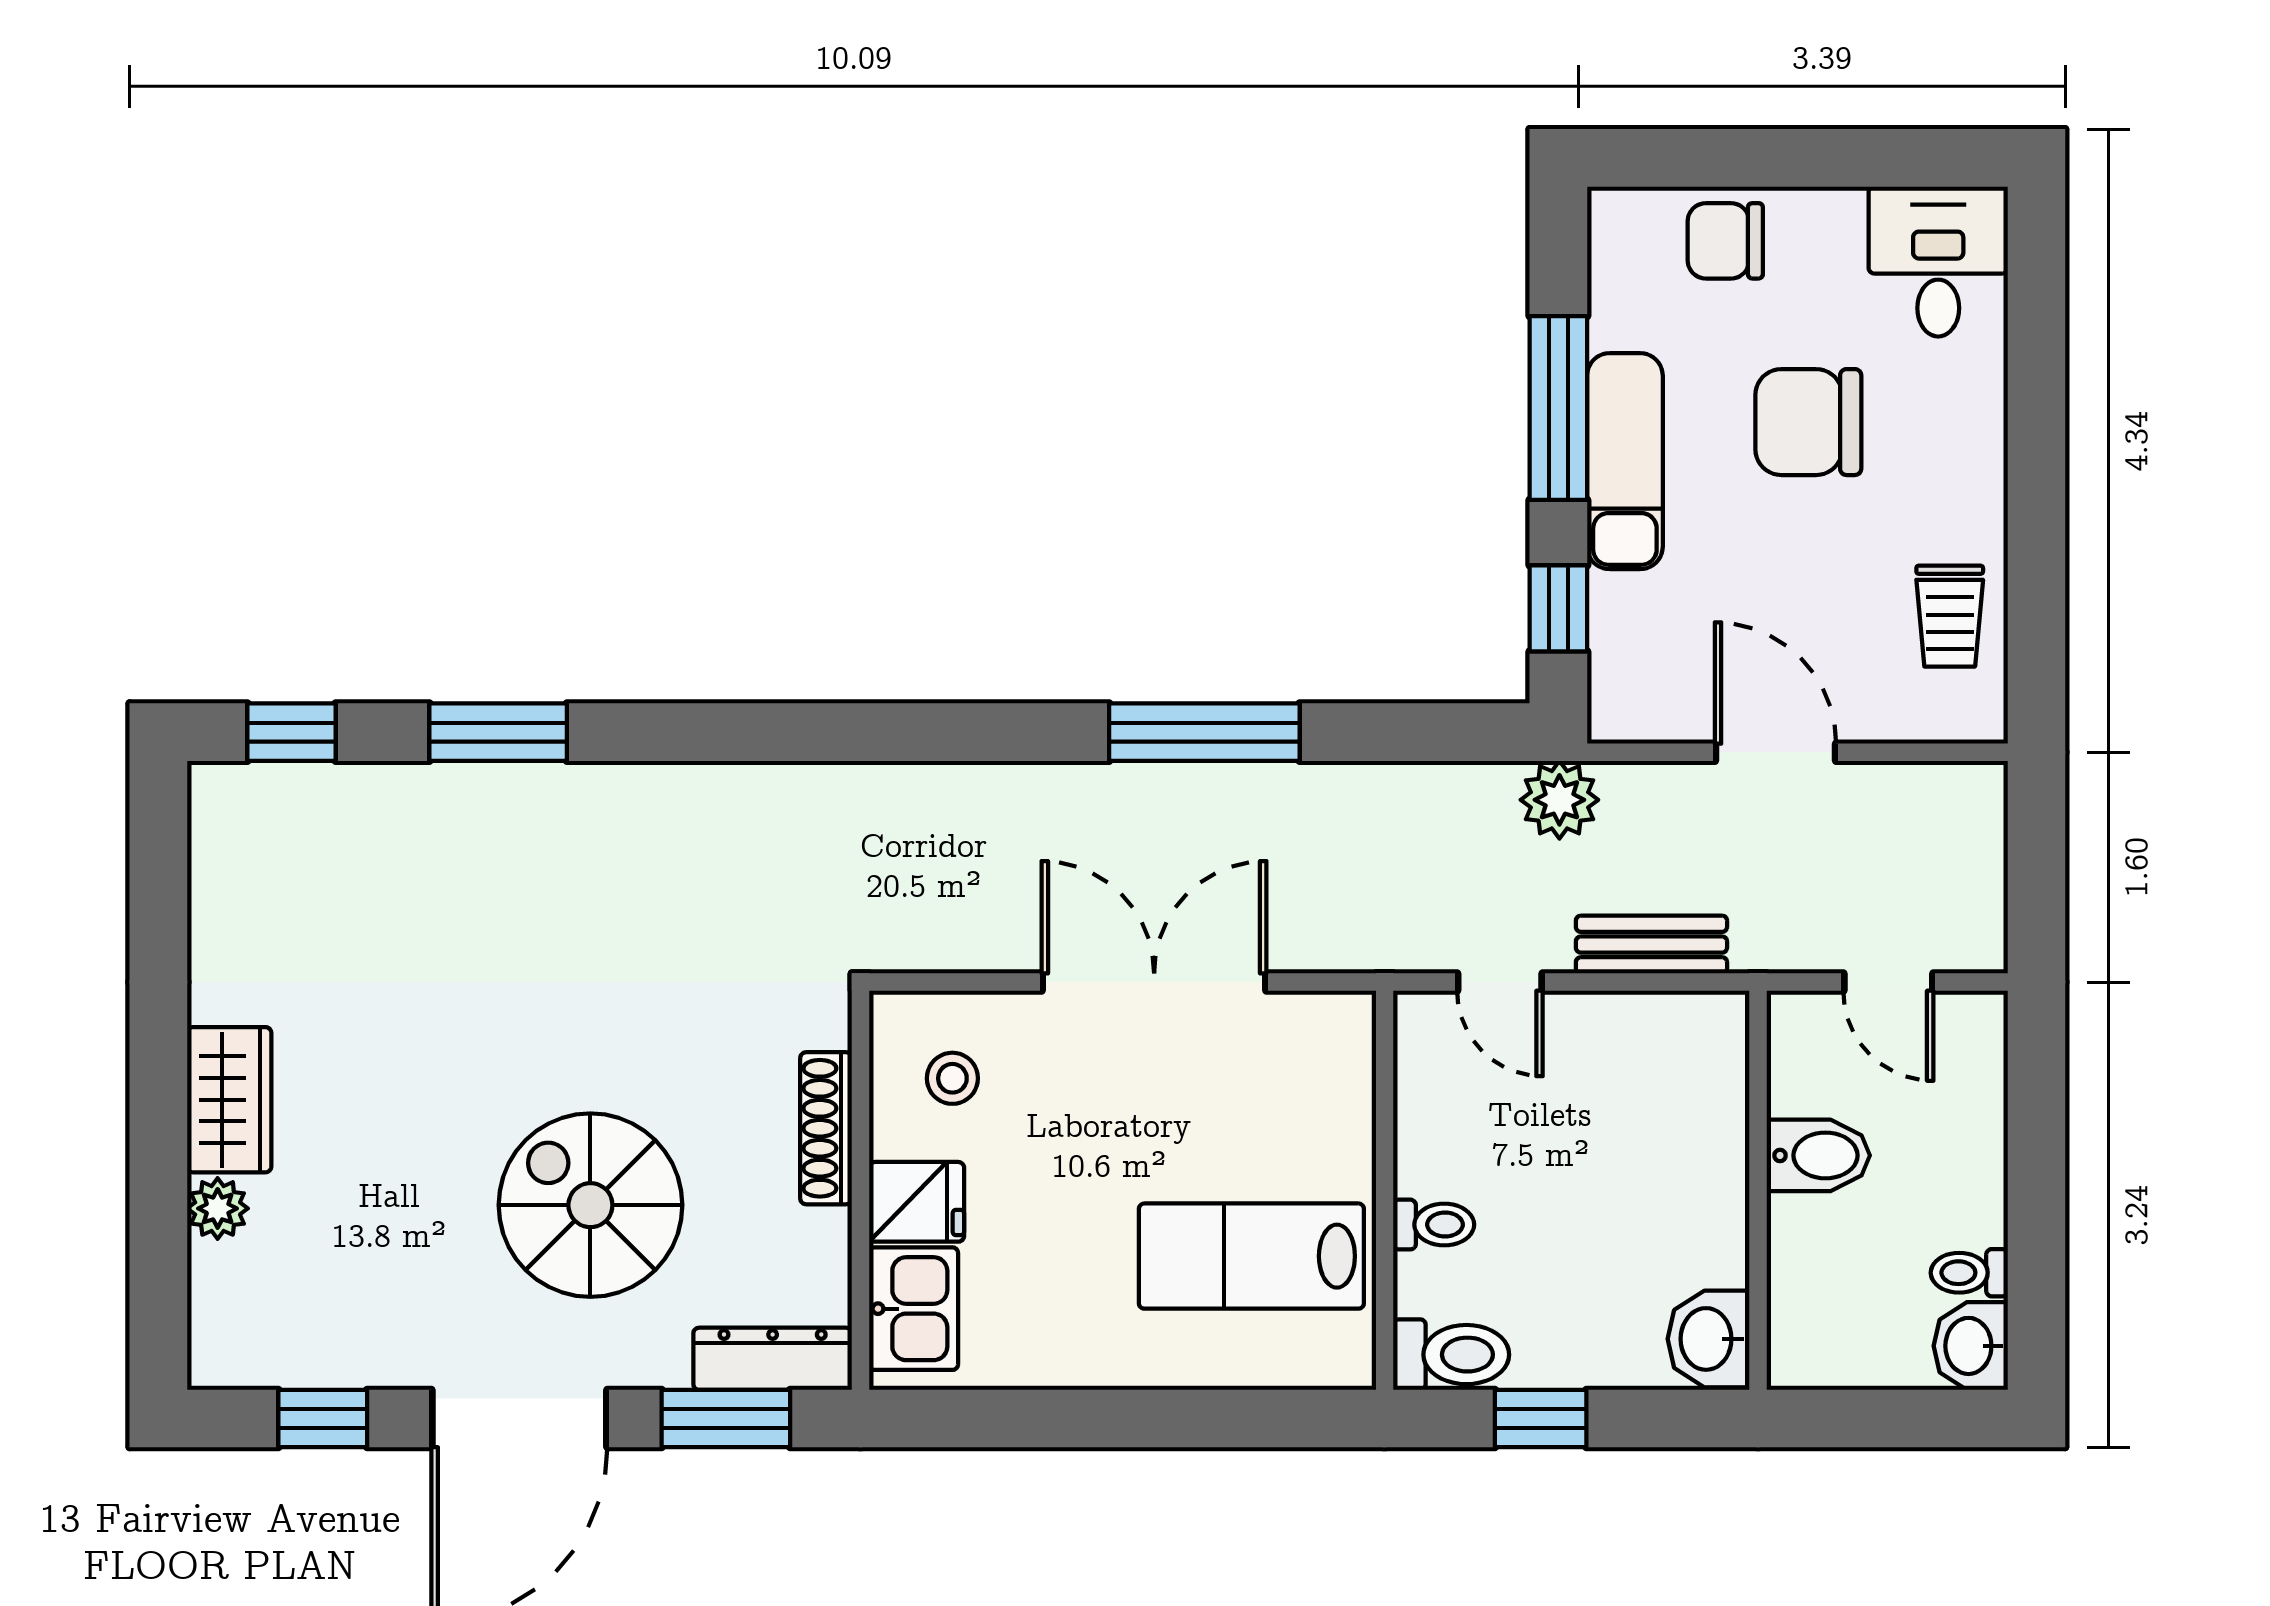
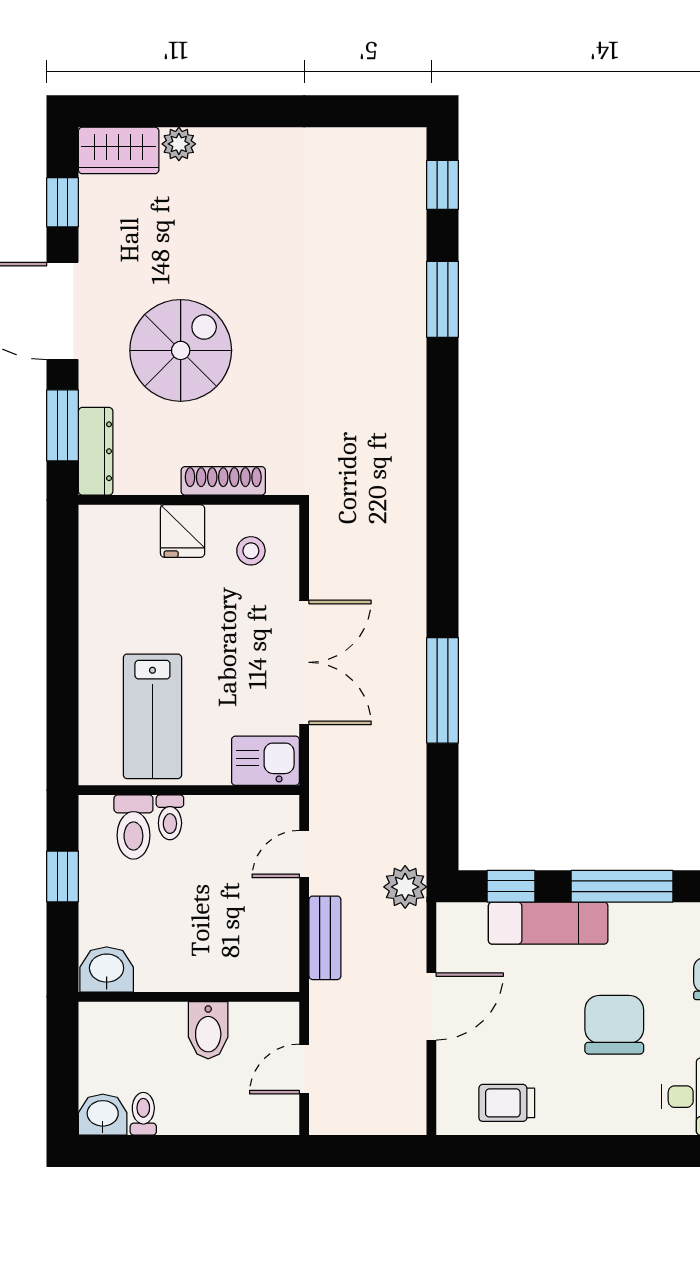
exam couch: (1625, 461) -> (548, 923), moved
wardrobe: (229, 1100) -> (119, 150), moved
lab bench: (1251, 1256) -> (152, 716), turned 180
kitchen sink: (914, 1309) -> (265, 761), moved, turned 180
toilet: (1451, 1355) -> (133, 827), moved

